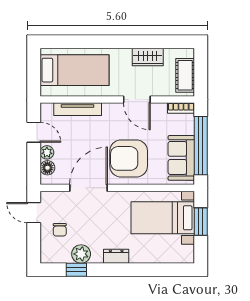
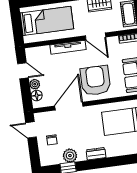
tv unit: (78, 109) -> (68, 47), moved
armchair: (129, 158) -> (95, 81), turned 90

